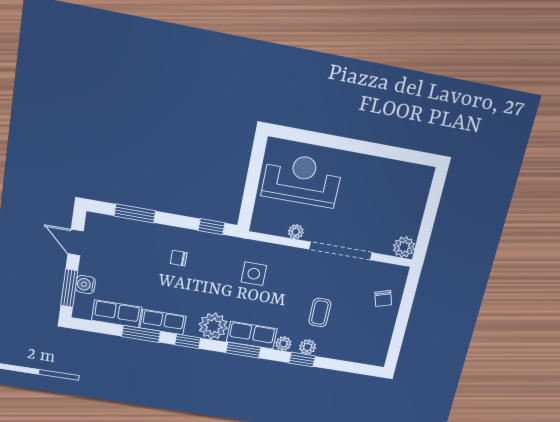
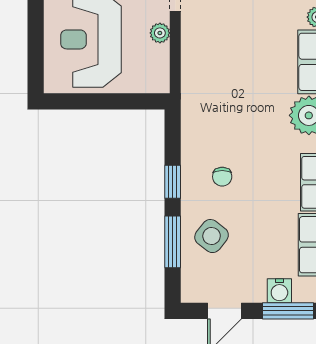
window: (211, 227) -> (173, 182), moved
side table: (254, 274) -> (212, 236), moved, turned 38

